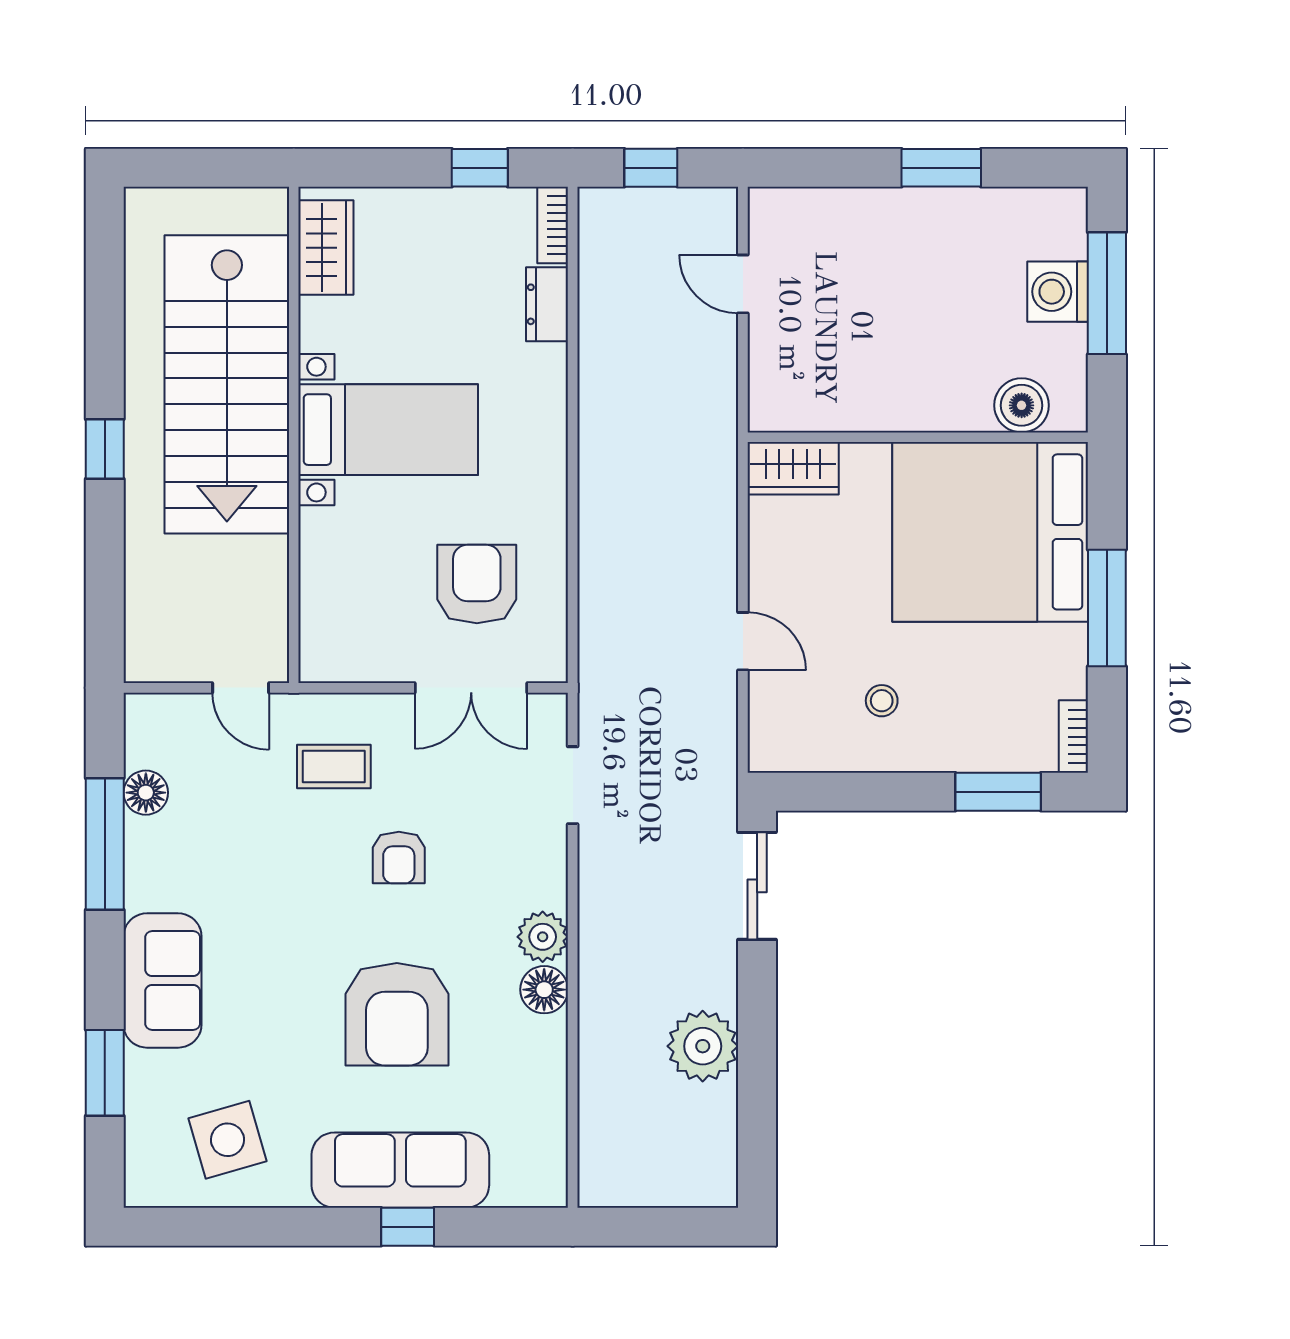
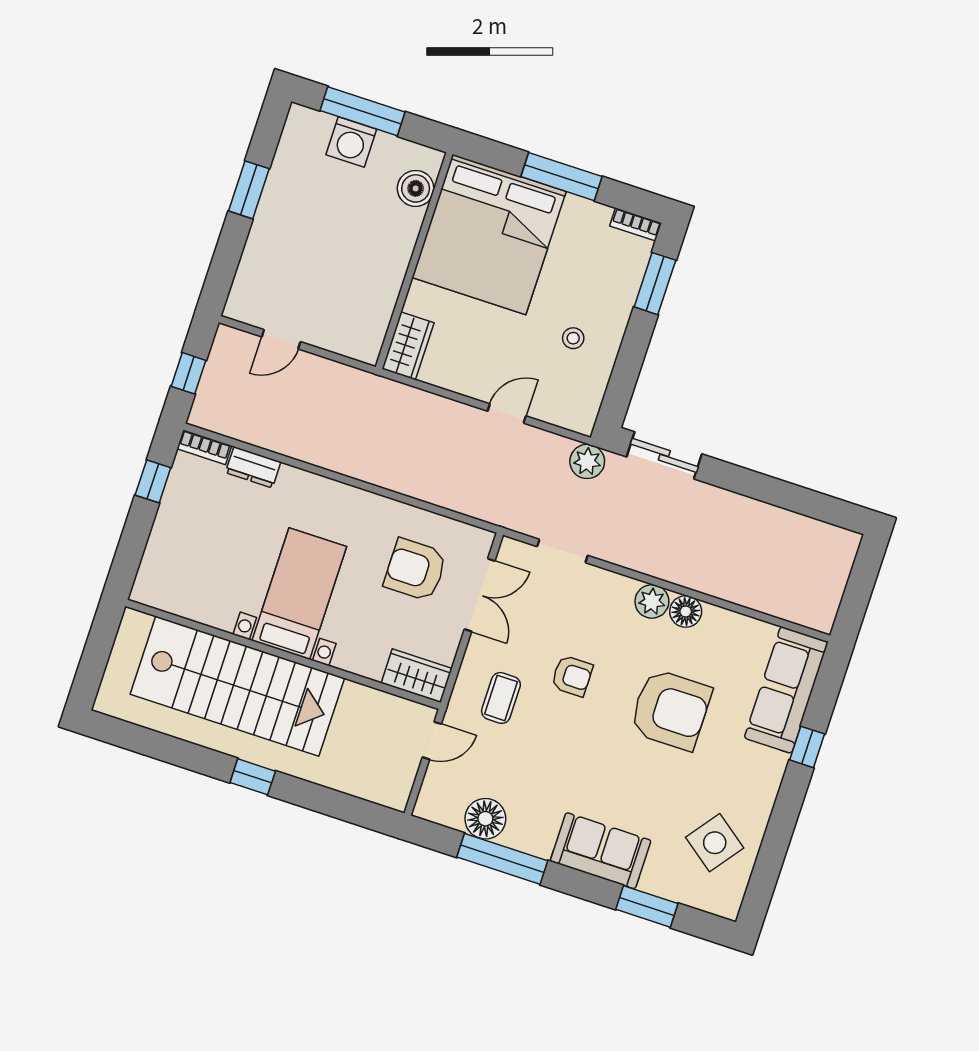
wardrobe: (326, 248) -> (417, 676), moved
floor lamp: (146, 793) -> (485, 819), width x1.38, depth x1.38
plant: (703, 1046) -> (587, 461), moved, width x0.73, depth x0.73
side table: (227, 1140) -> (715, 843), turned -37
sofa: (400, 1170) -> (786, 690), moved

